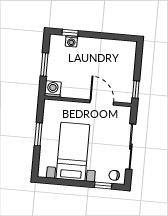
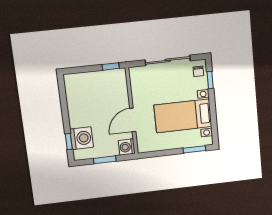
washing machine: (71, 41) -> (82, 138), width x1.89, depth x1.89
door: (102, 102) -> (133, 120), moved
window: (38, 134) -> (194, 149), moved

